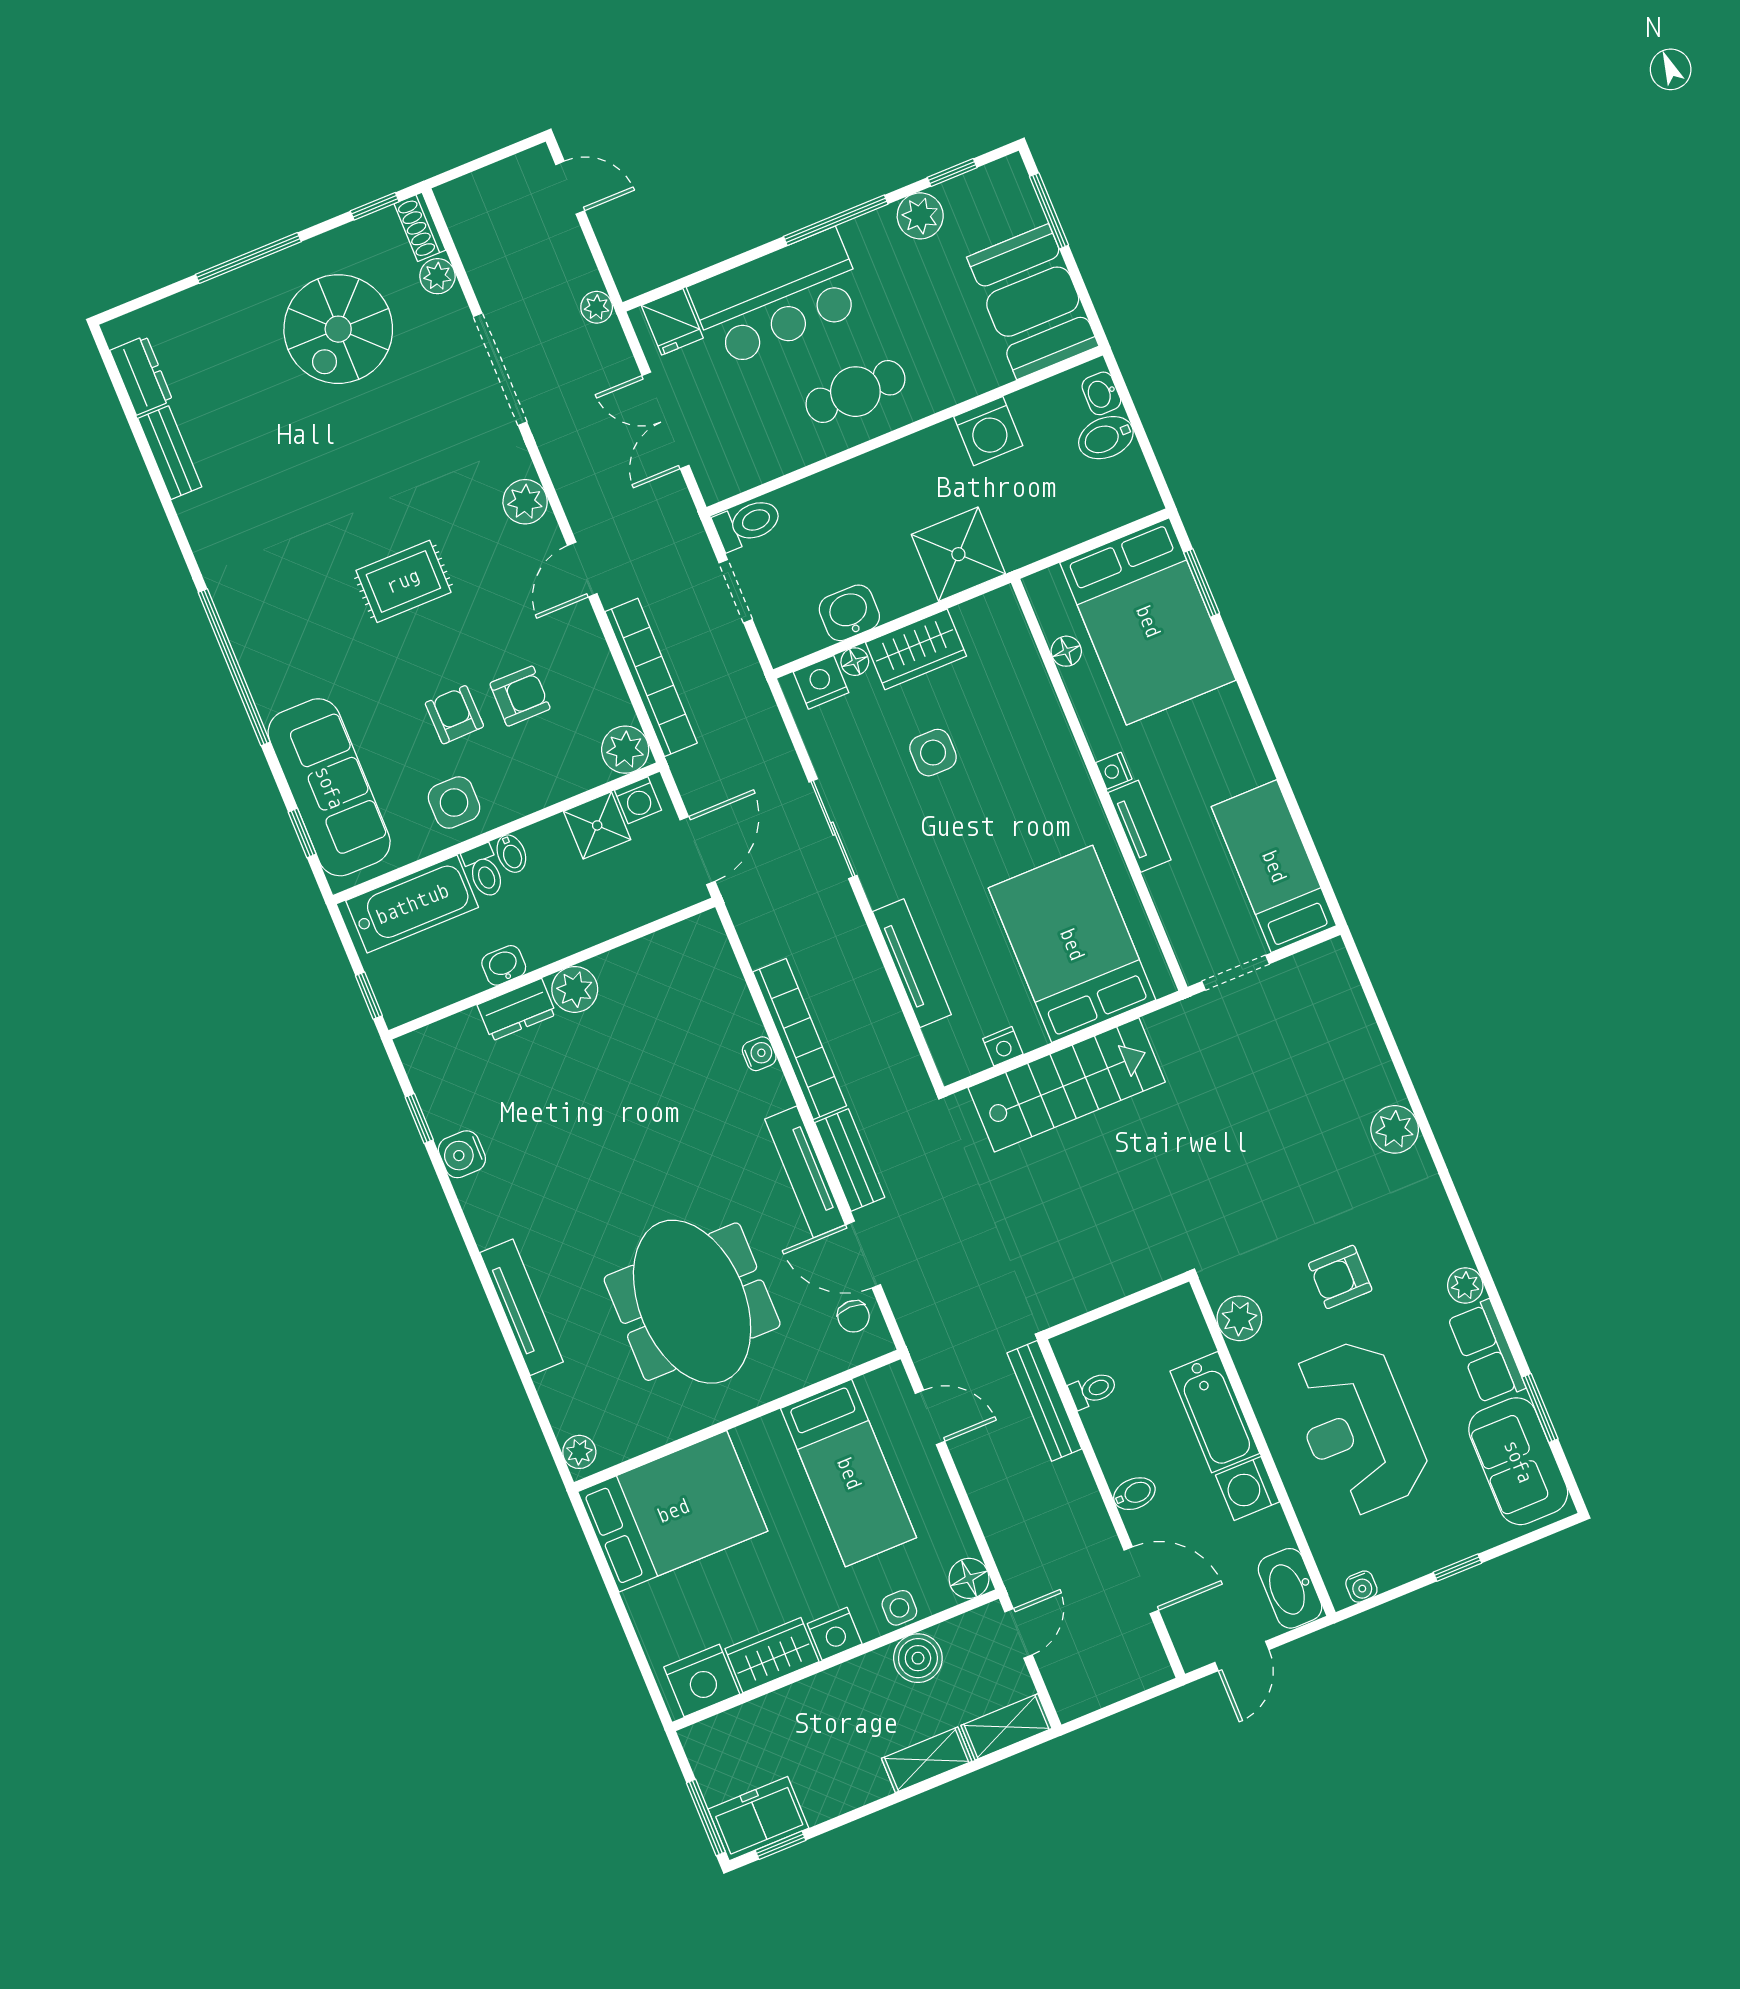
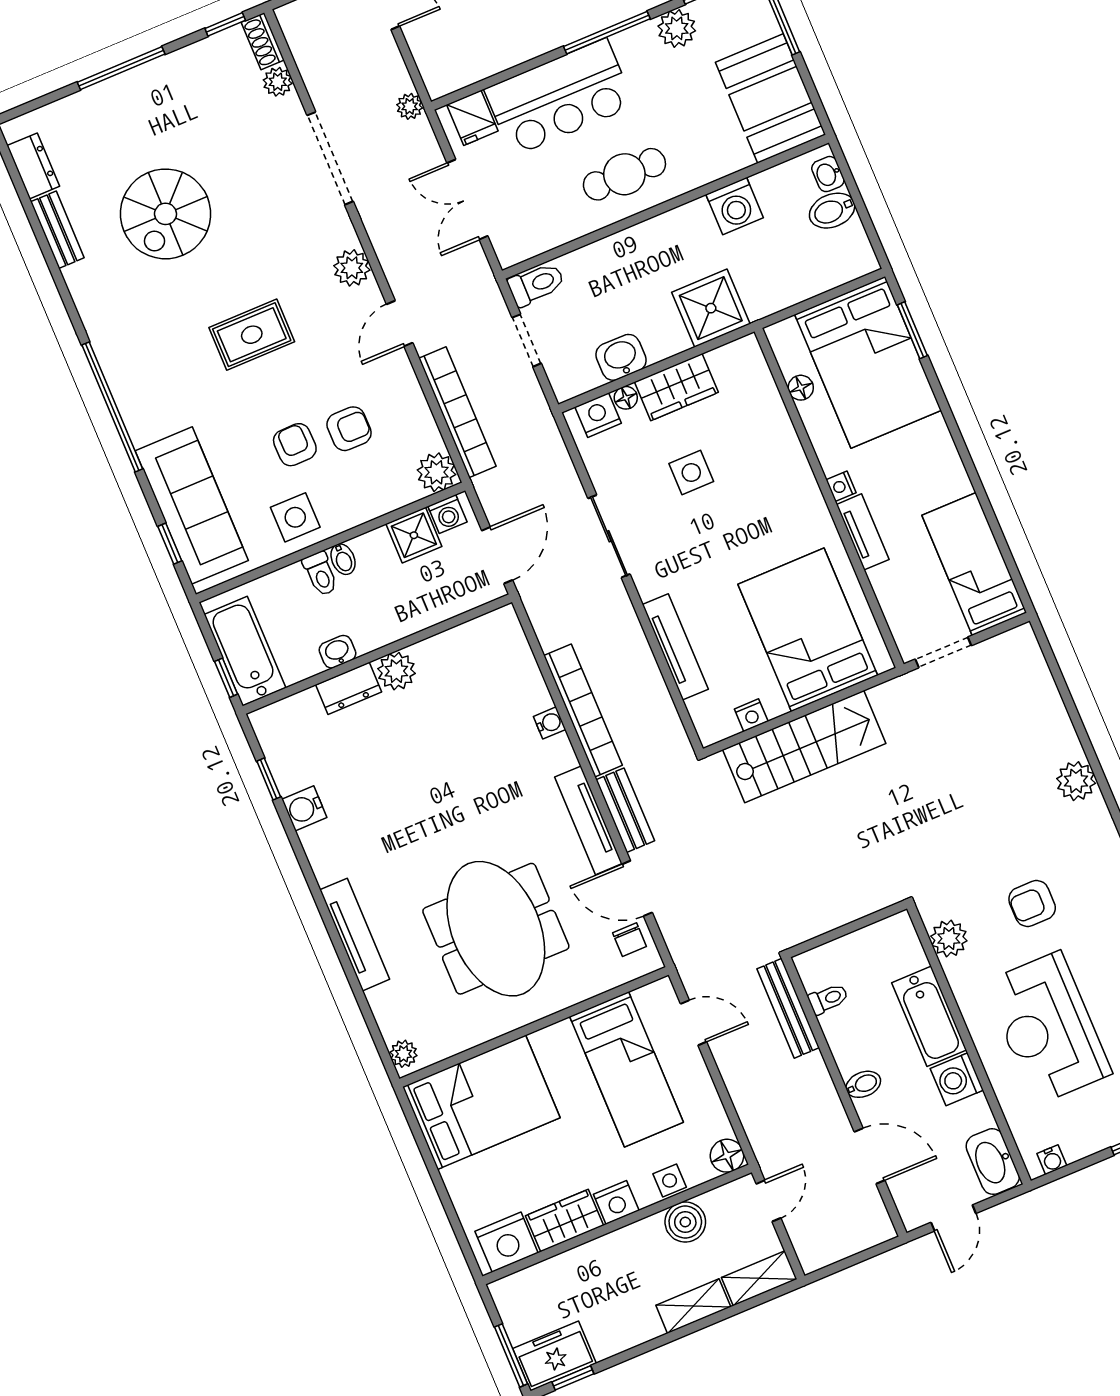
spiral stairs: (338, 329) -> (166, 214), moved
bathtub: (412, 904) -> (245, 651), moved, turned -90

